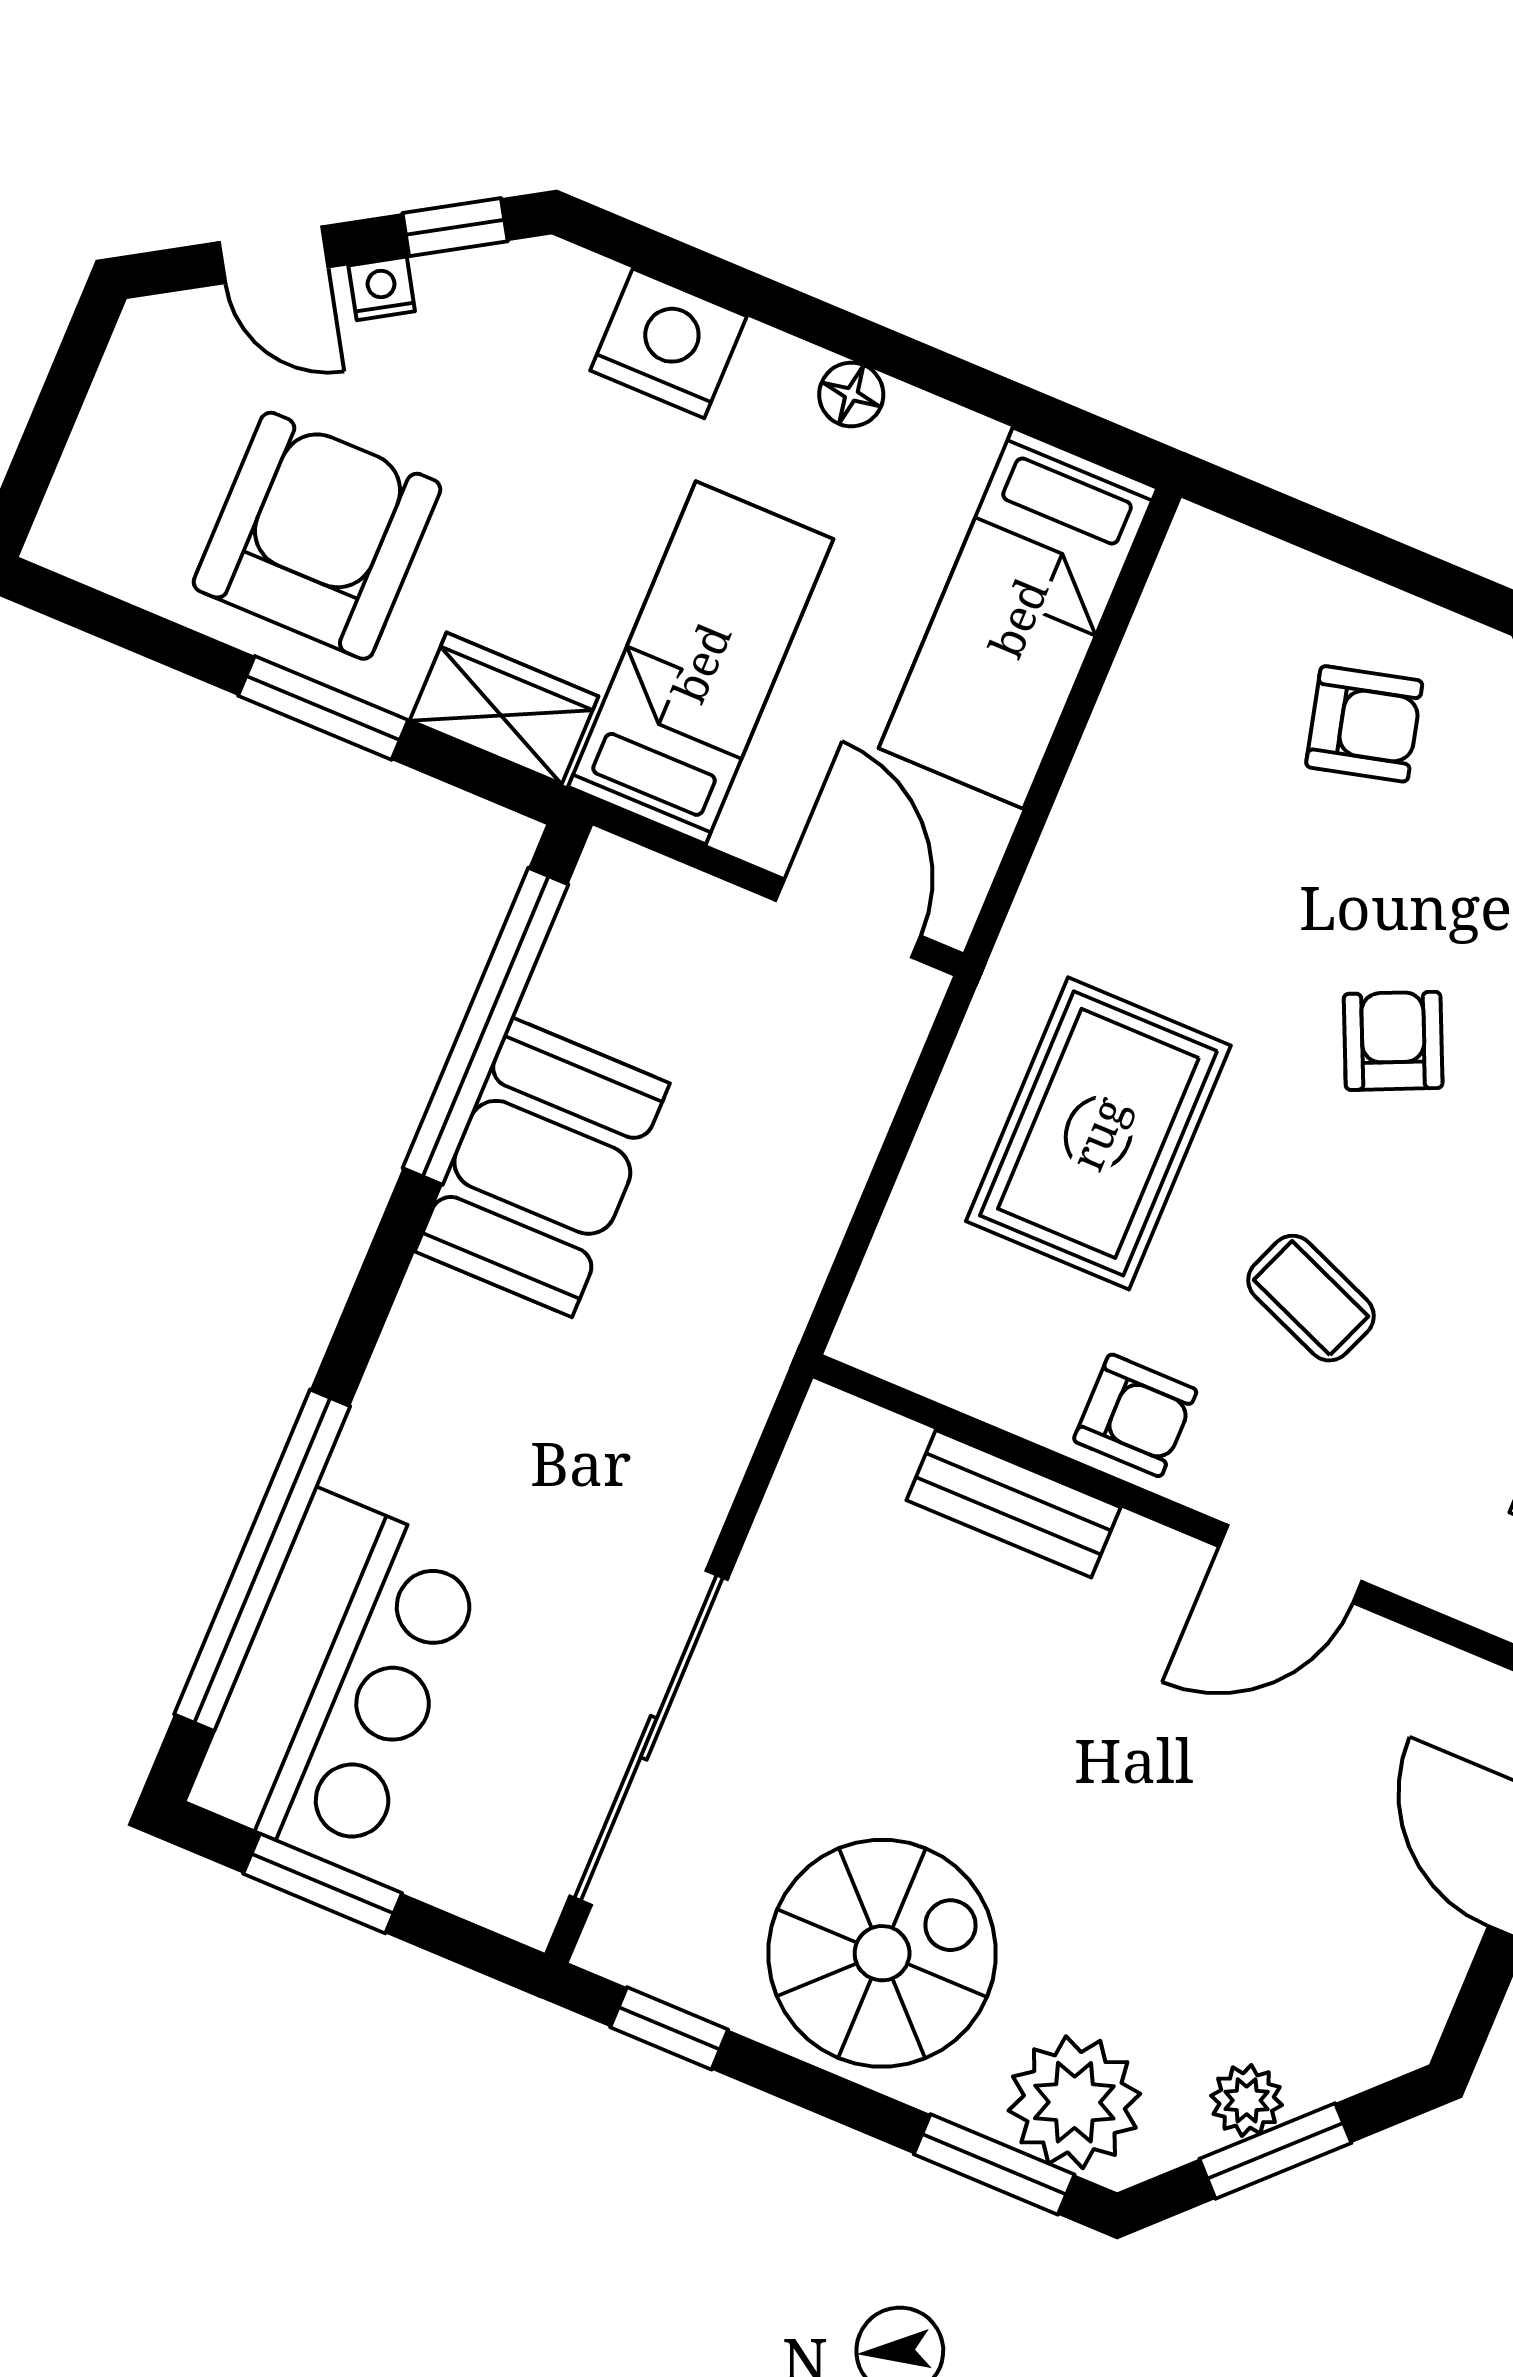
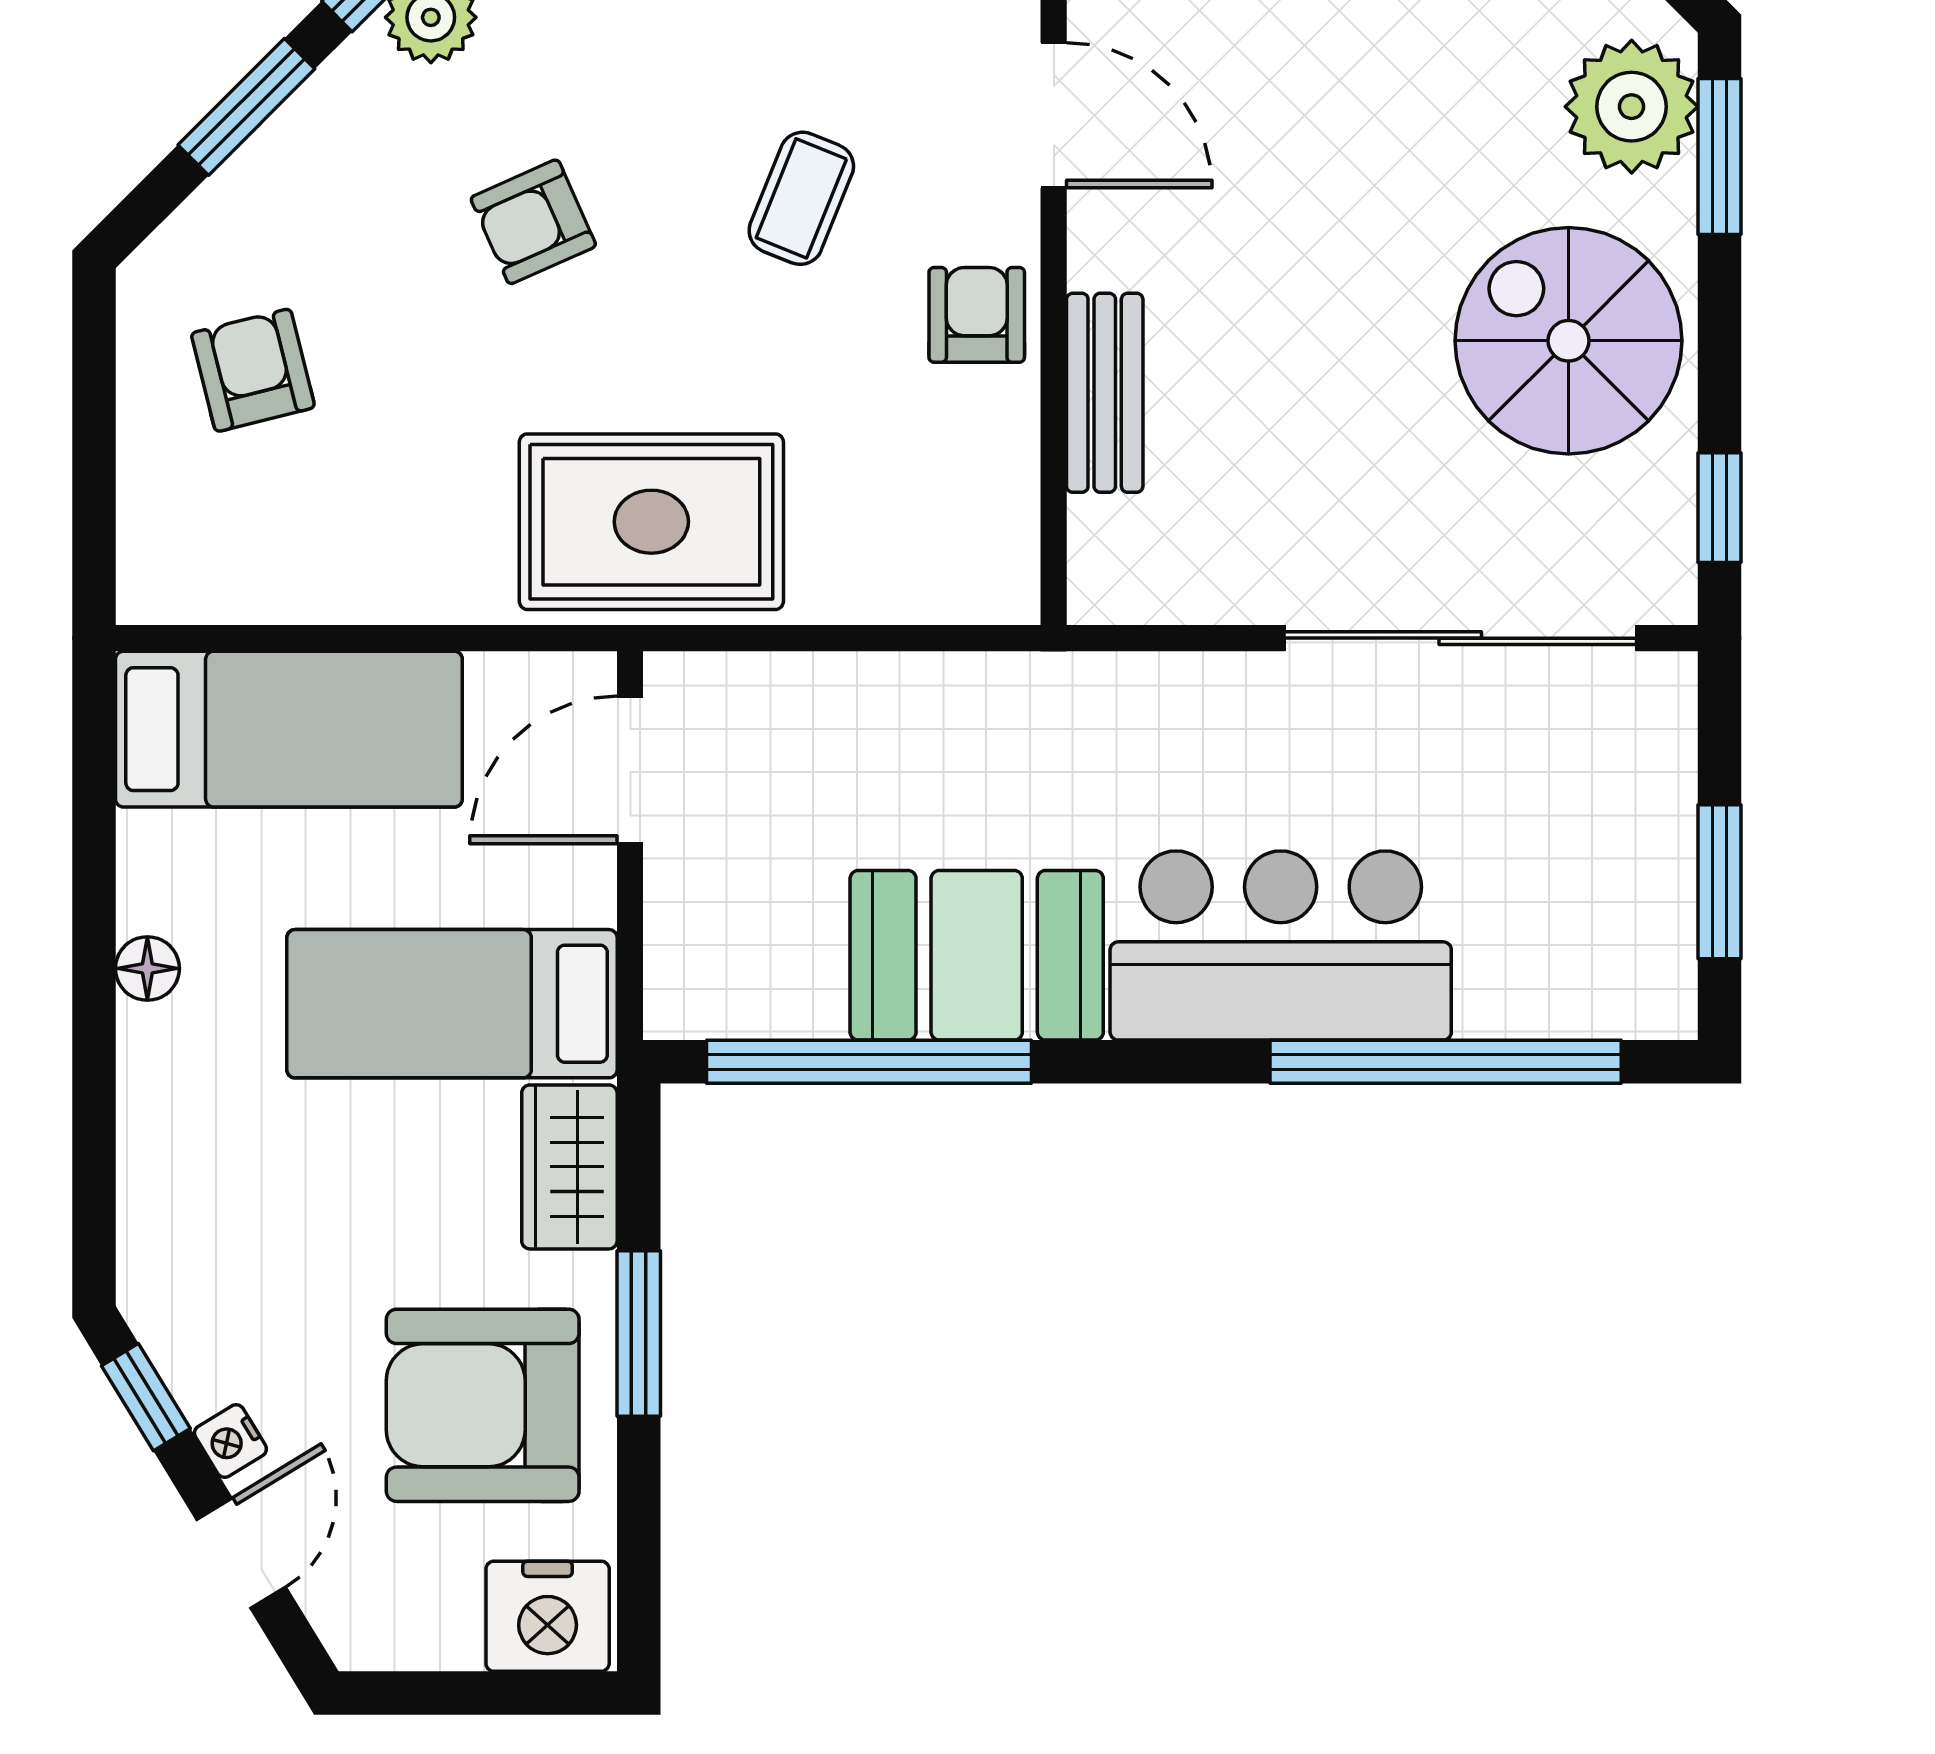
nightstand: (669, 343) -> (548, 1616), moved, turned -90
rug: (1098, 1133) -> (651, 522), moved
bar counter: (338, 1681) -> (1281, 945), moved

